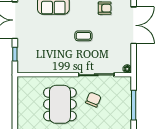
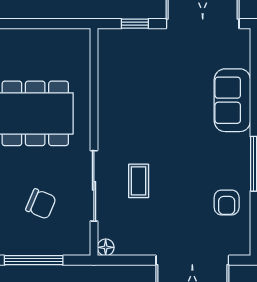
coffee table: (83, 36) -> (139, 181), moved
chair: (93, 100) -> (41, 204), moved

